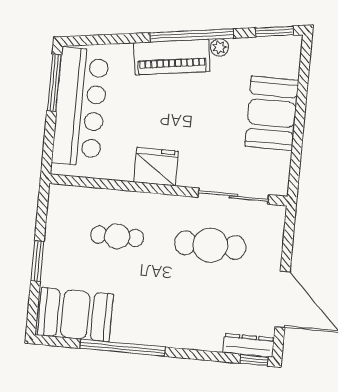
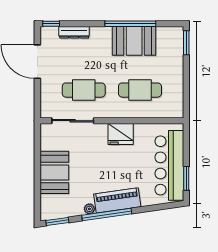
window: (54, 83) -> (186, 178), width x0.69
cafe table: (117, 236) -> (140, 90), width x1.37, depth x1.35
window: (37, 261) -> (186, 43), moved
booth: (75, 315) -> (134, 41), moved
dresser: (248, 345) -> (74, 32), moved

